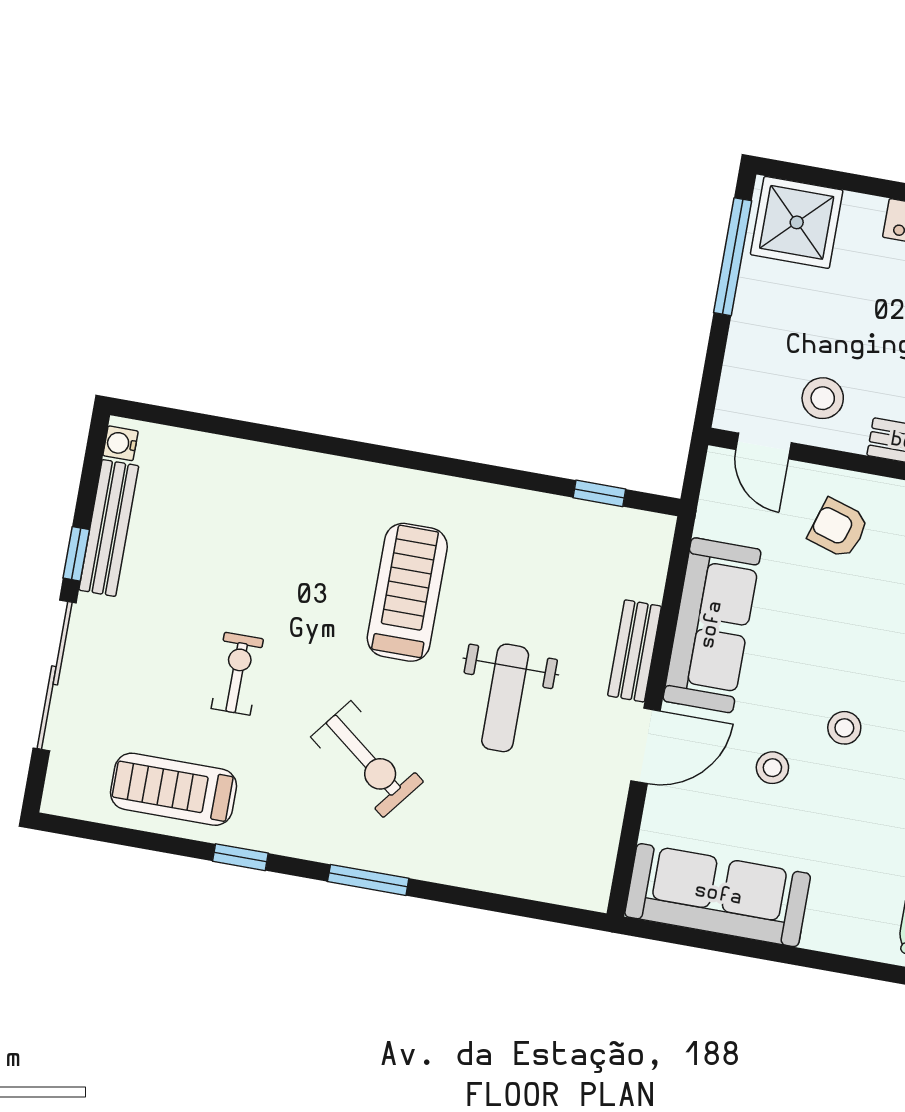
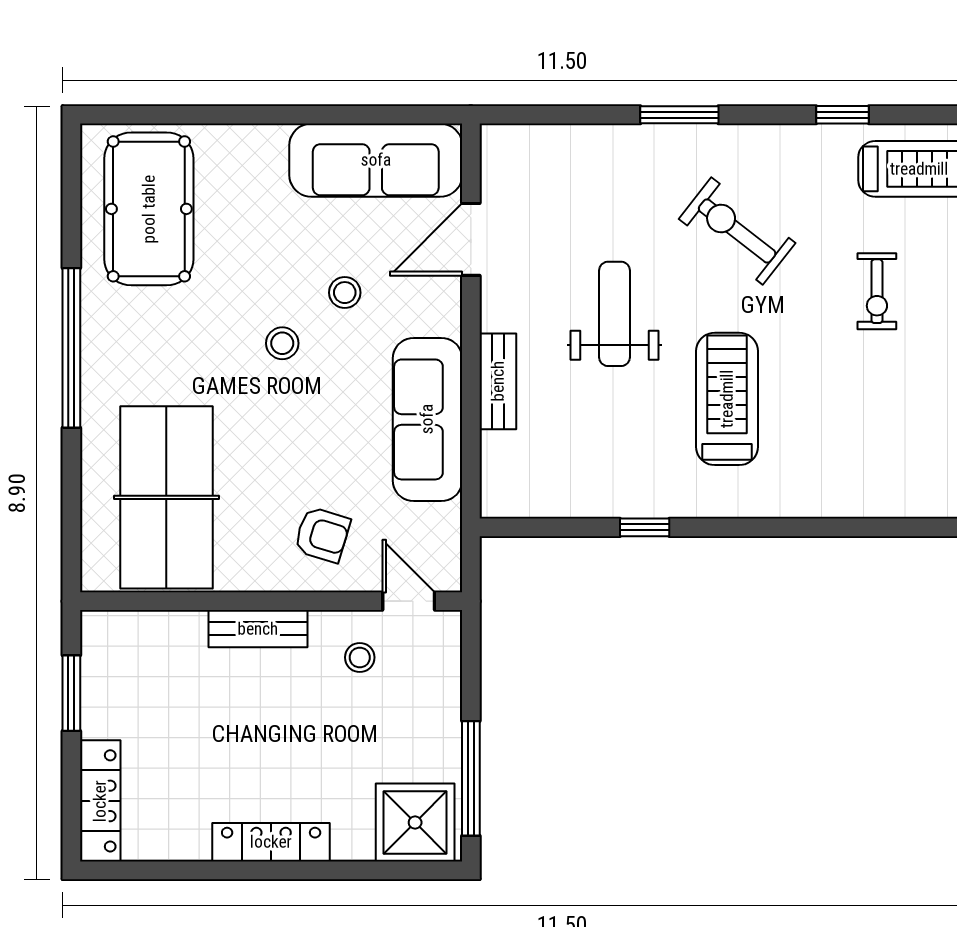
stool: (823, 398) -> (360, 657), width x0.73, depth x0.73
window: (599, 493) -> (645, 527), moved
treadmill: (407, 592) -> (727, 399), turned 180
door: (646, 746) -> (471, 239), moved
window: (368, 880) -> (679, 115), moved

